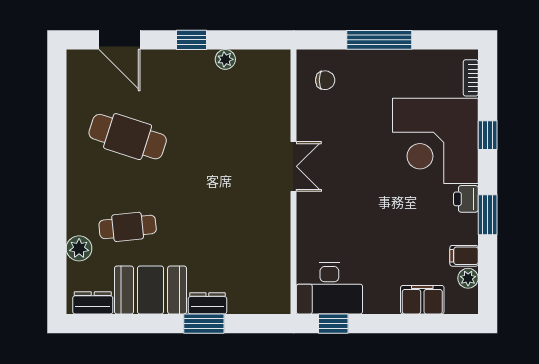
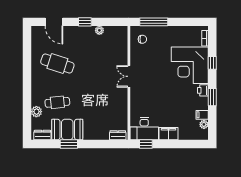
window: (379, 40) -> (154, 22), moved
double door: (294, 166) -> (129, 76), swing flipped
filing cabinet: (422, 300) -> (169, 134), moved
dresser: (207, 303) -> (118, 135), moved
window: (204, 324) -> (69, 144), moved

